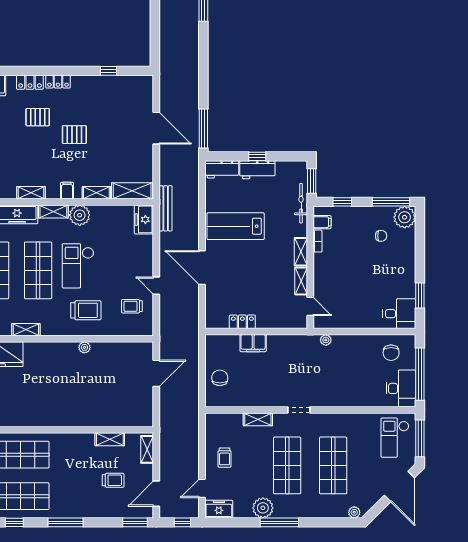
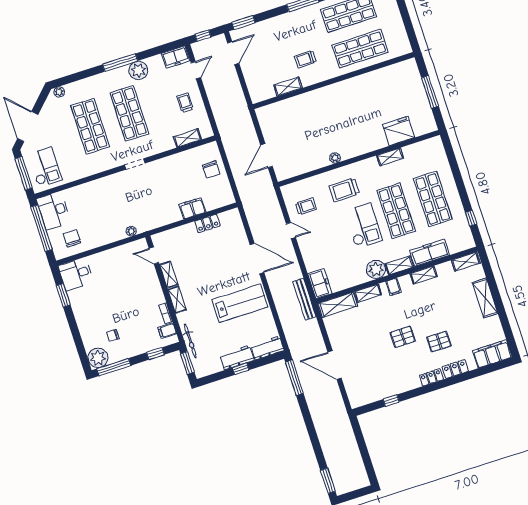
shelving: (258, 419) -> (187, 138), moved
shelving: (147, 449) -> (253, 88), removed
trolley: (113, 480) -> (305, 59), moved

